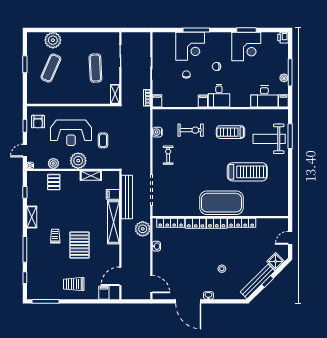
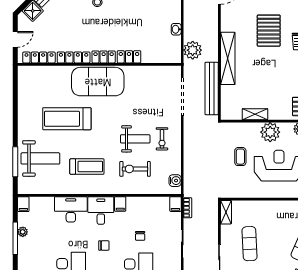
desk: (264, 96) -> (71, 209), moved
water cooler: (157, 132) -> (175, 181), moved
weight bench: (190, 155) -> (135, 139), added
filing cabinet: (113, 194) -> (228, 92), removed
locker: (171, 223) -> (39, 57), moved

